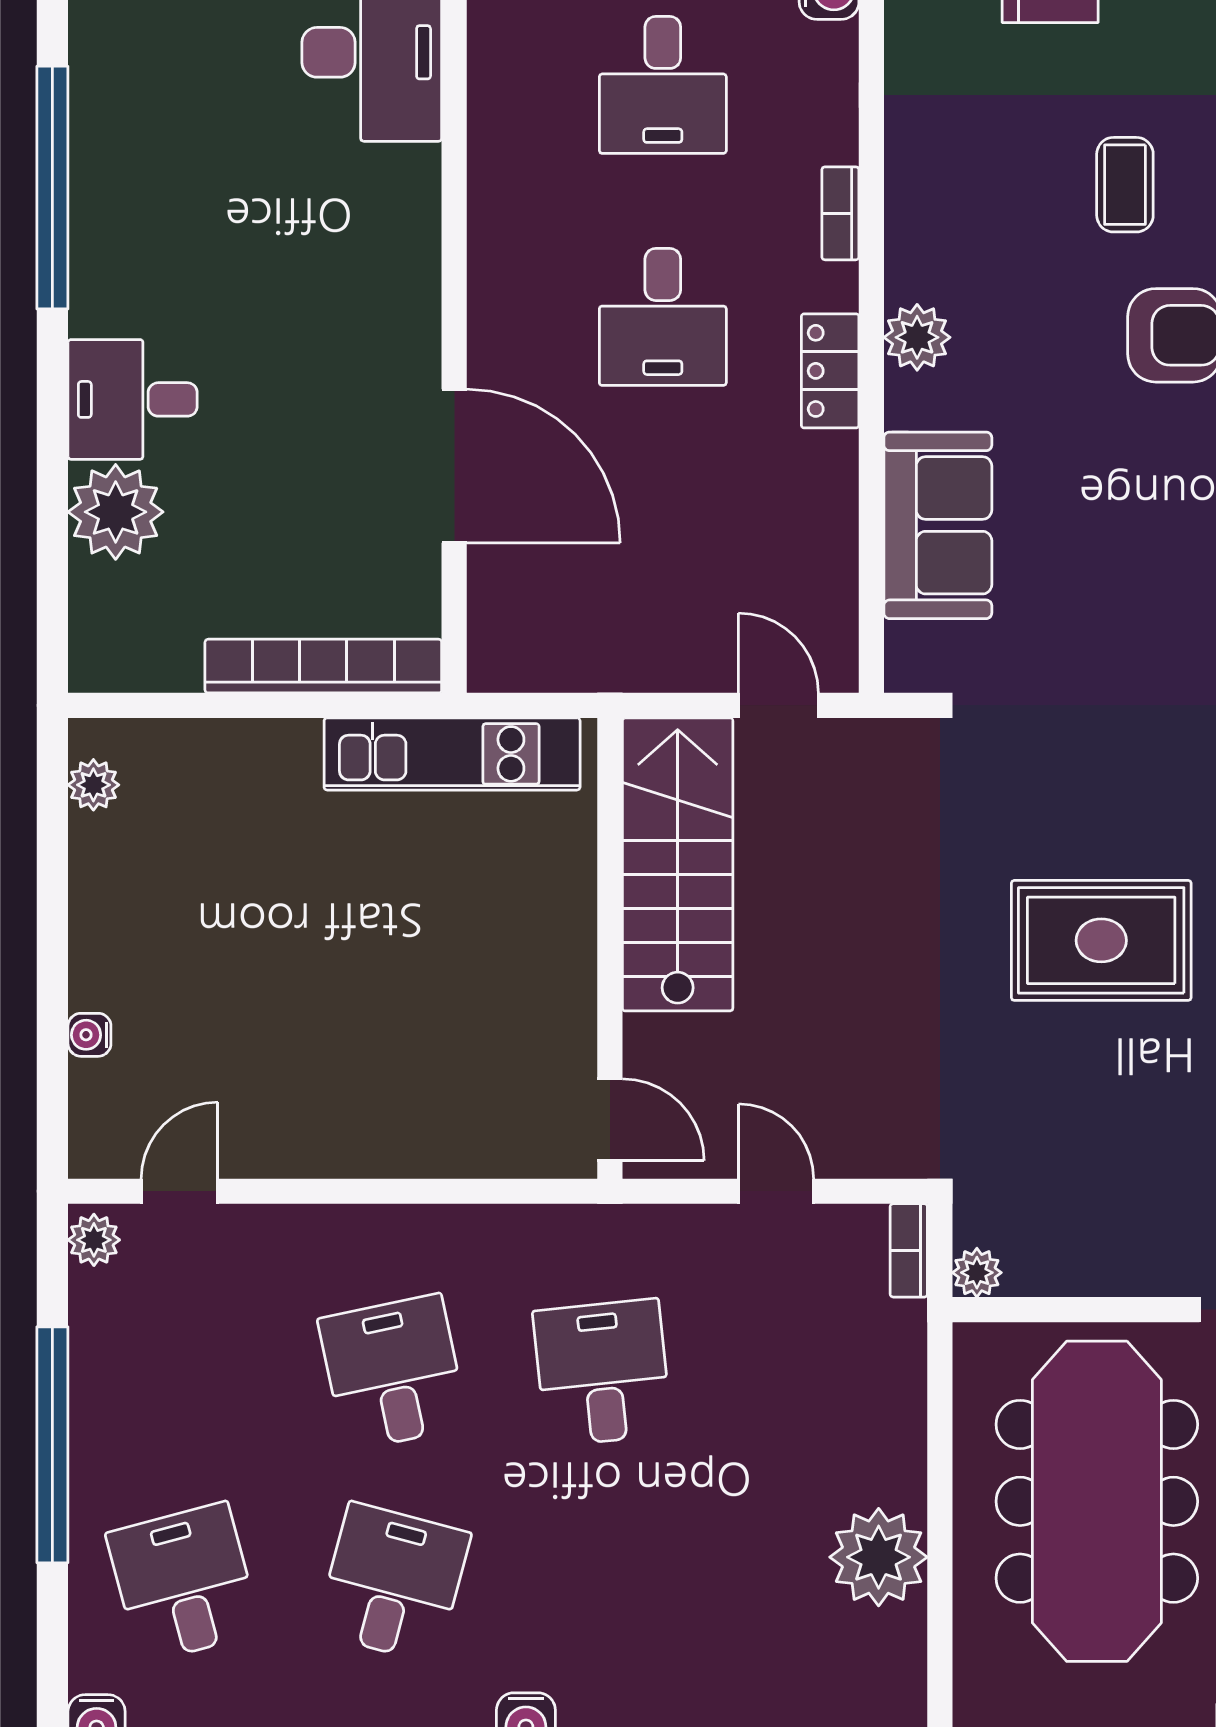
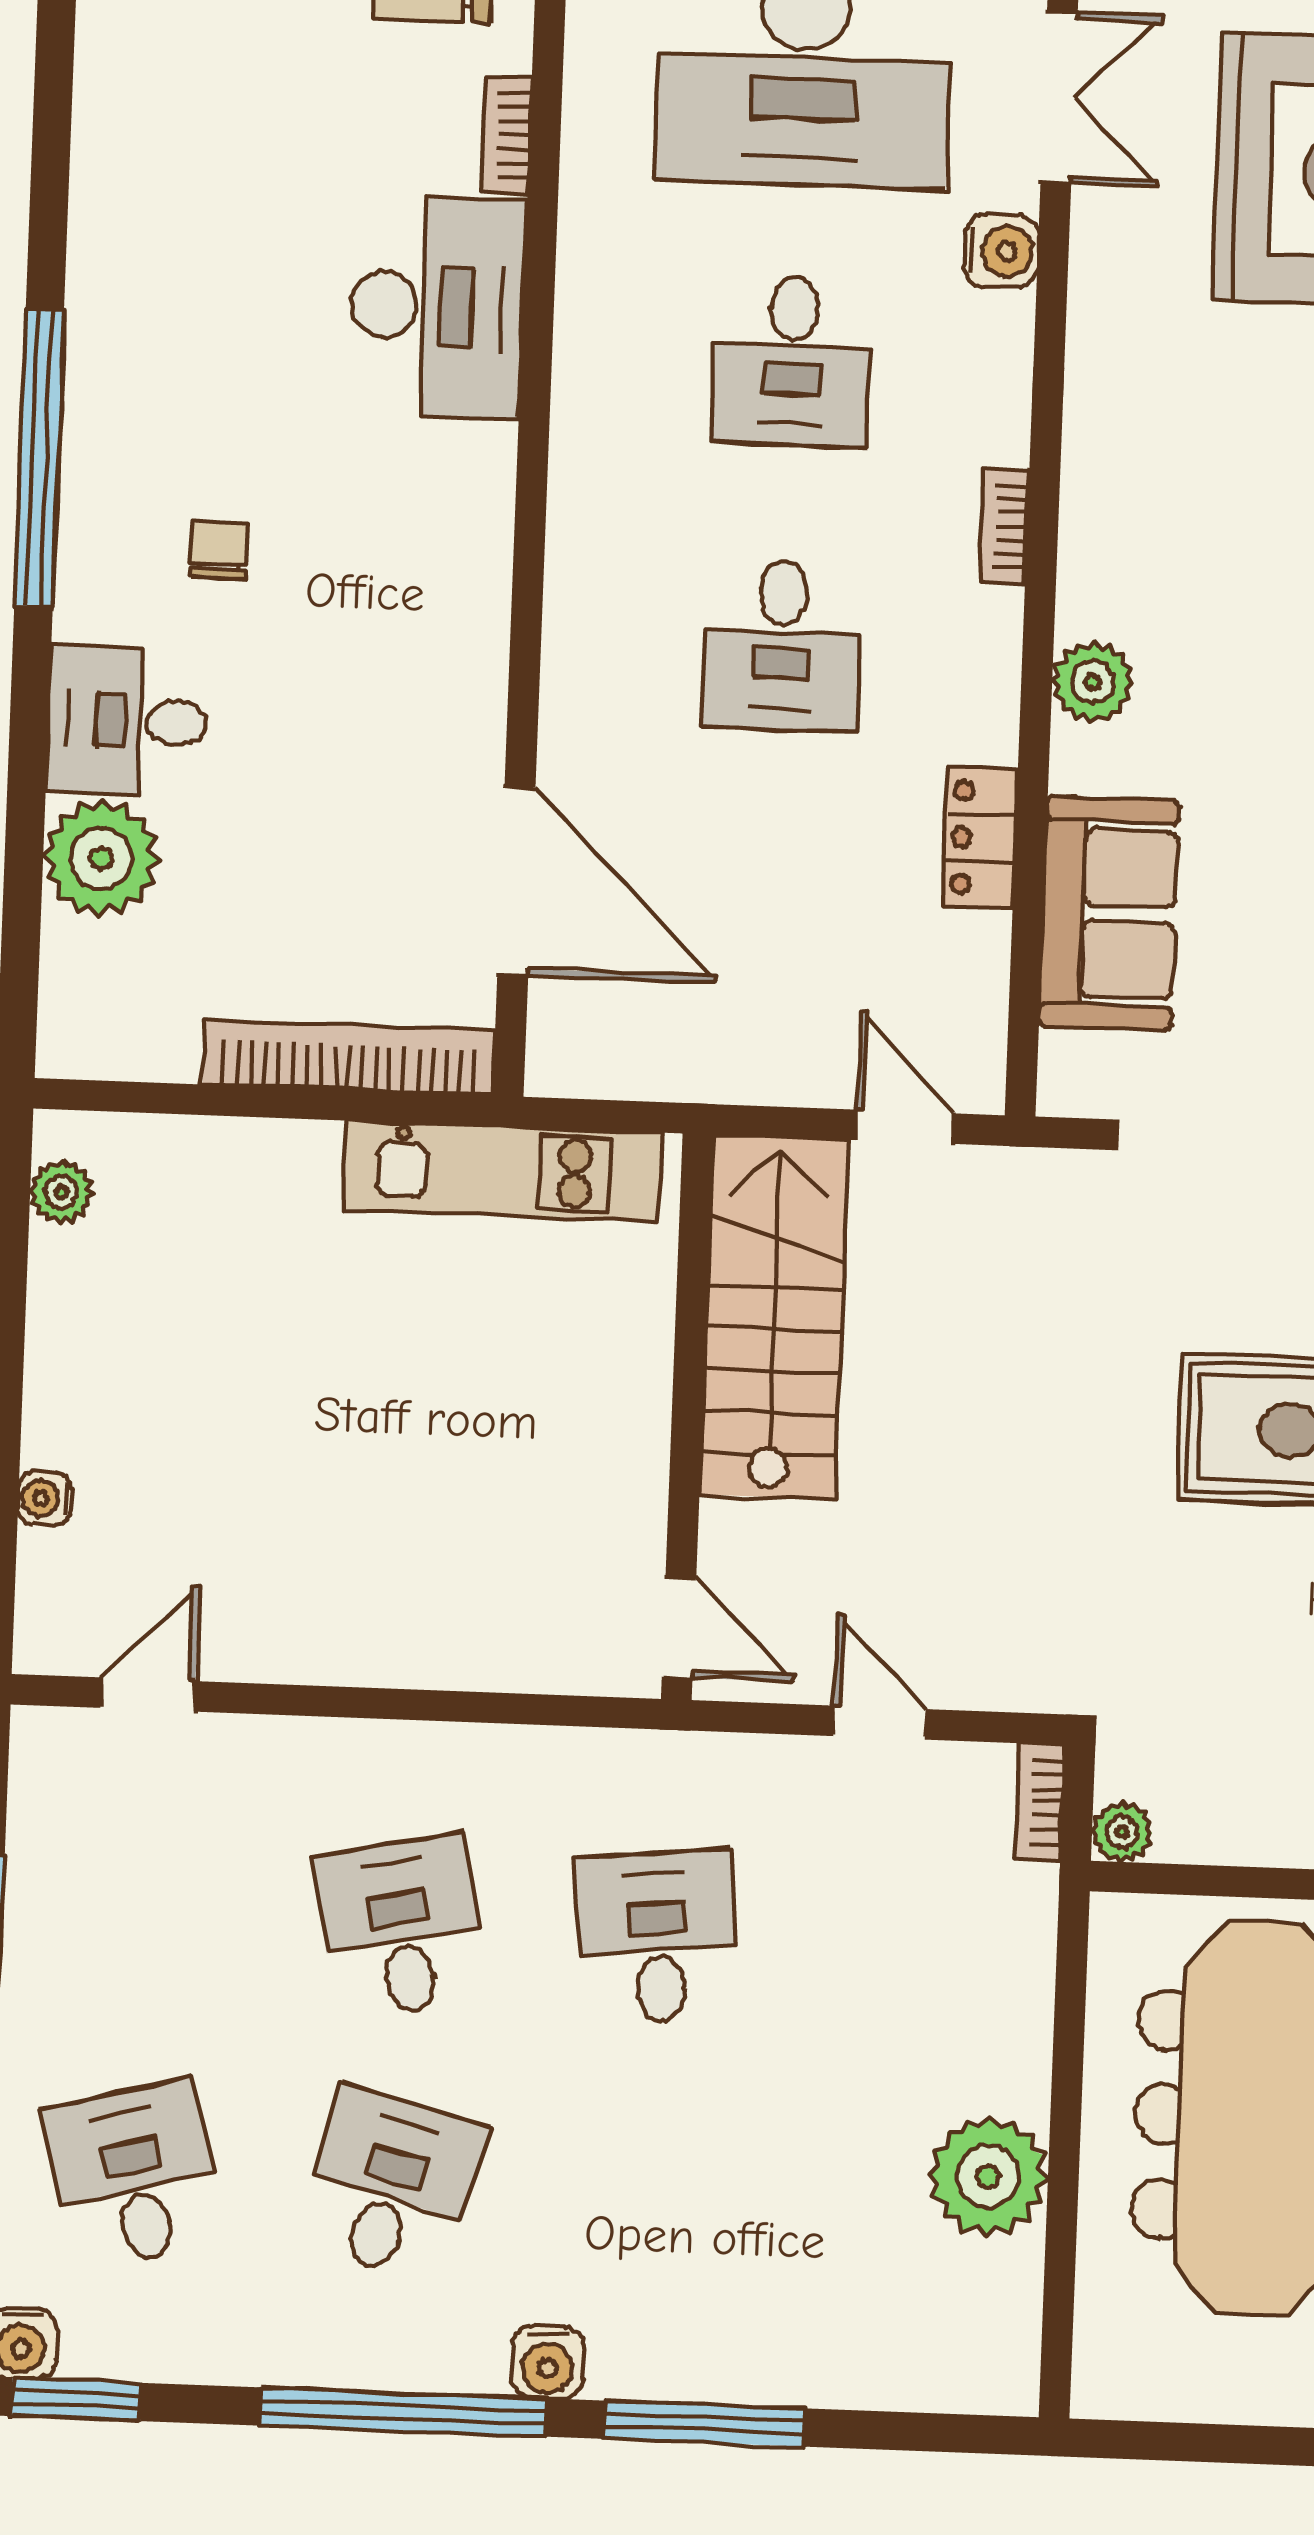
chair: (201, 257) -> (218, 550), added
locker: (830, 371) -> (980, 838), moved
door: (454, 466) -> (516, 881), moved
plant: (94, 1240) -> (40, 1750), removed

